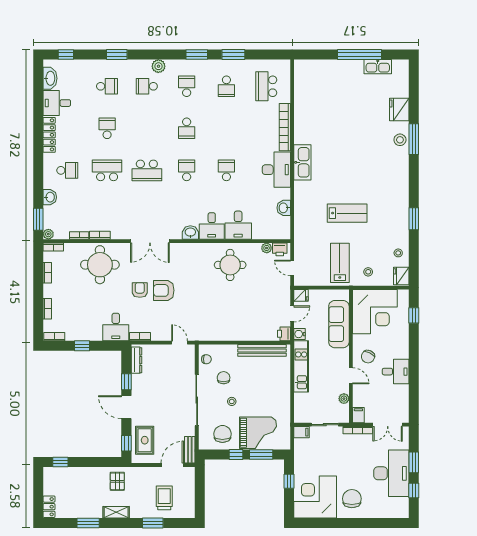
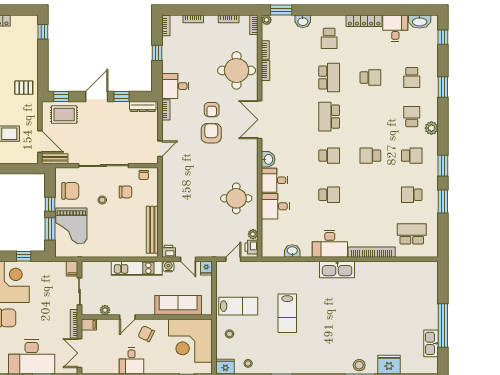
armchair: (140, 290) -> (212, 110), turned 90

